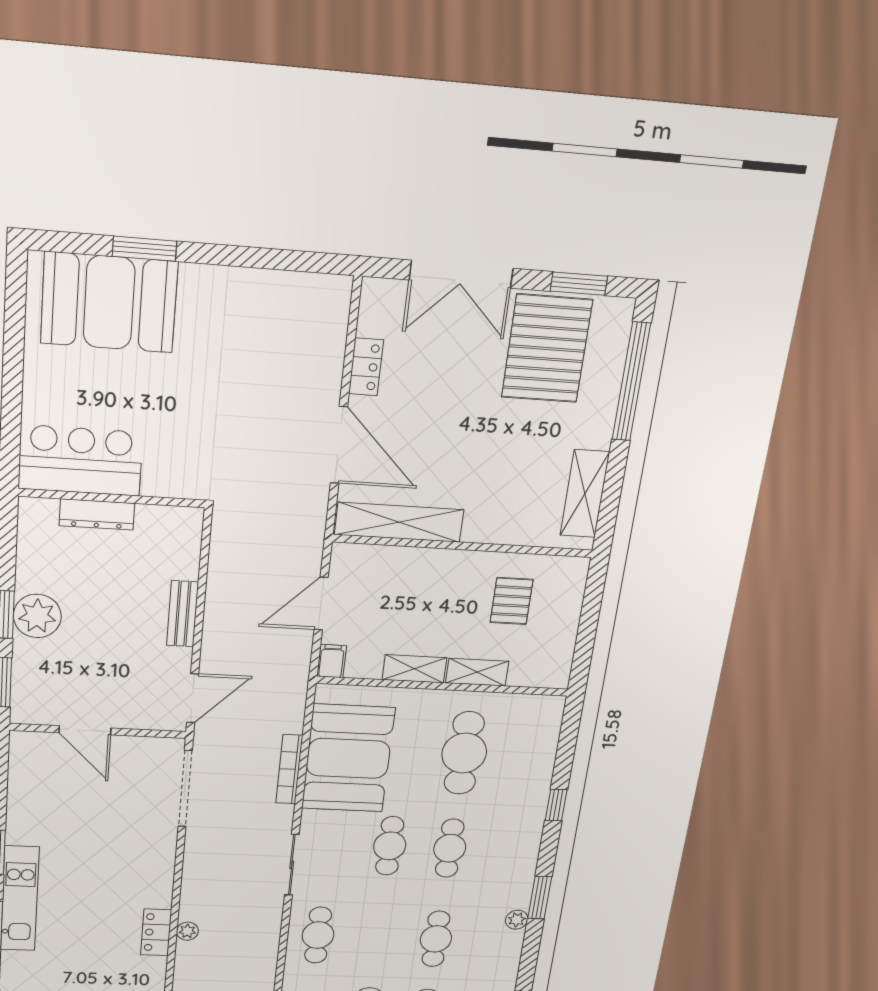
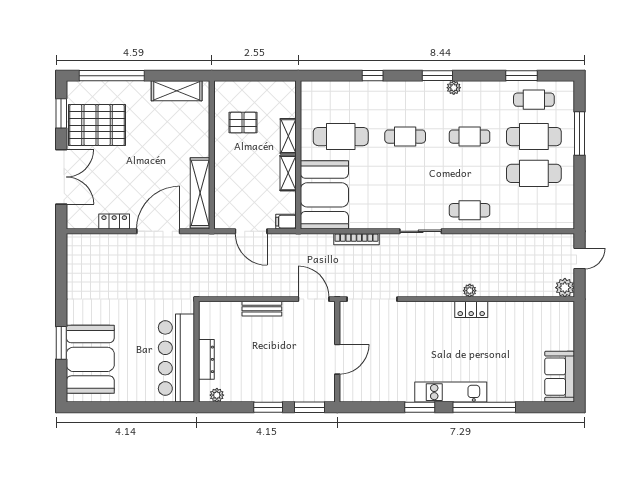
bar counter: (80, 461) -> (176, 358), width x1.36
plant: (37, 616) -> (217, 395), moved, width x0.53, depth x0.53
booth: (348, 758) -> (324, 195), moved, turned 90
cafe table: (390, 846) -> (405, 173), removed

